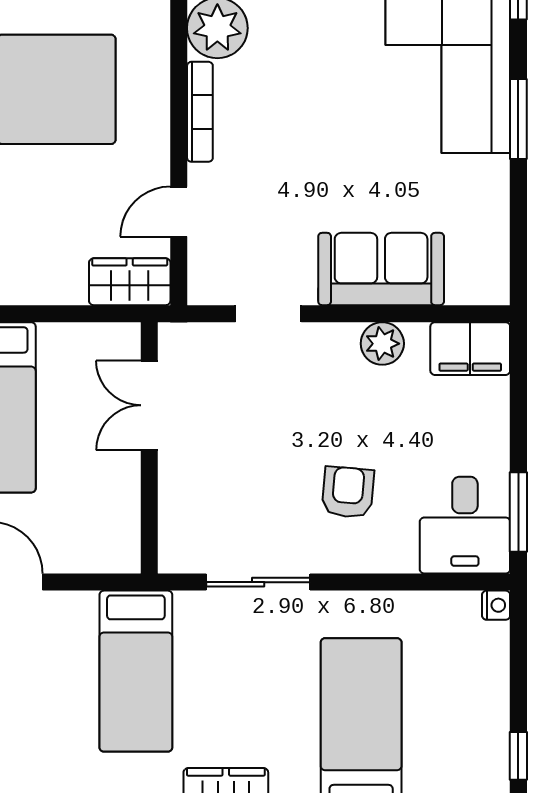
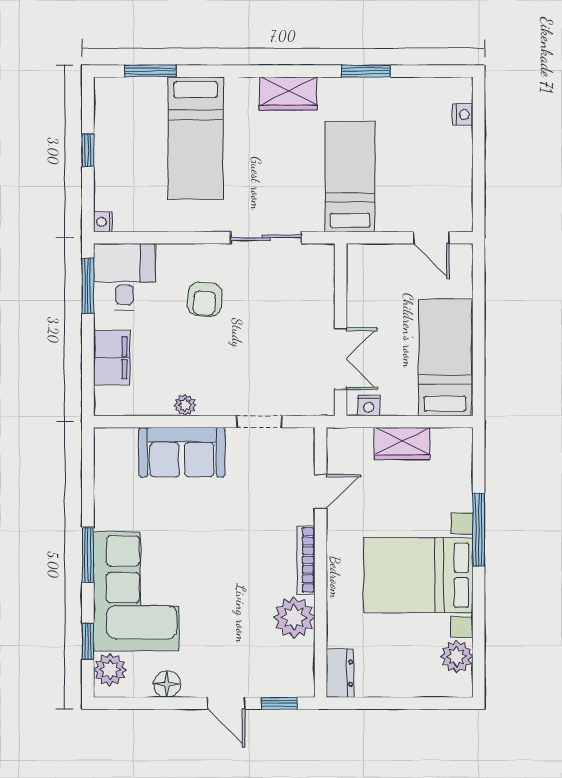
wardrobe: (130, 282) -> (402, 443), moved
nightstand: (108, 337) -> (369, 406), added
plant: (382, 344) -> (185, 405), width x0.73, depth x0.73
filing cabinet: (470, 349) -> (112, 358), moved, turned 90
window: (518, 756) -> (88, 150), moved

